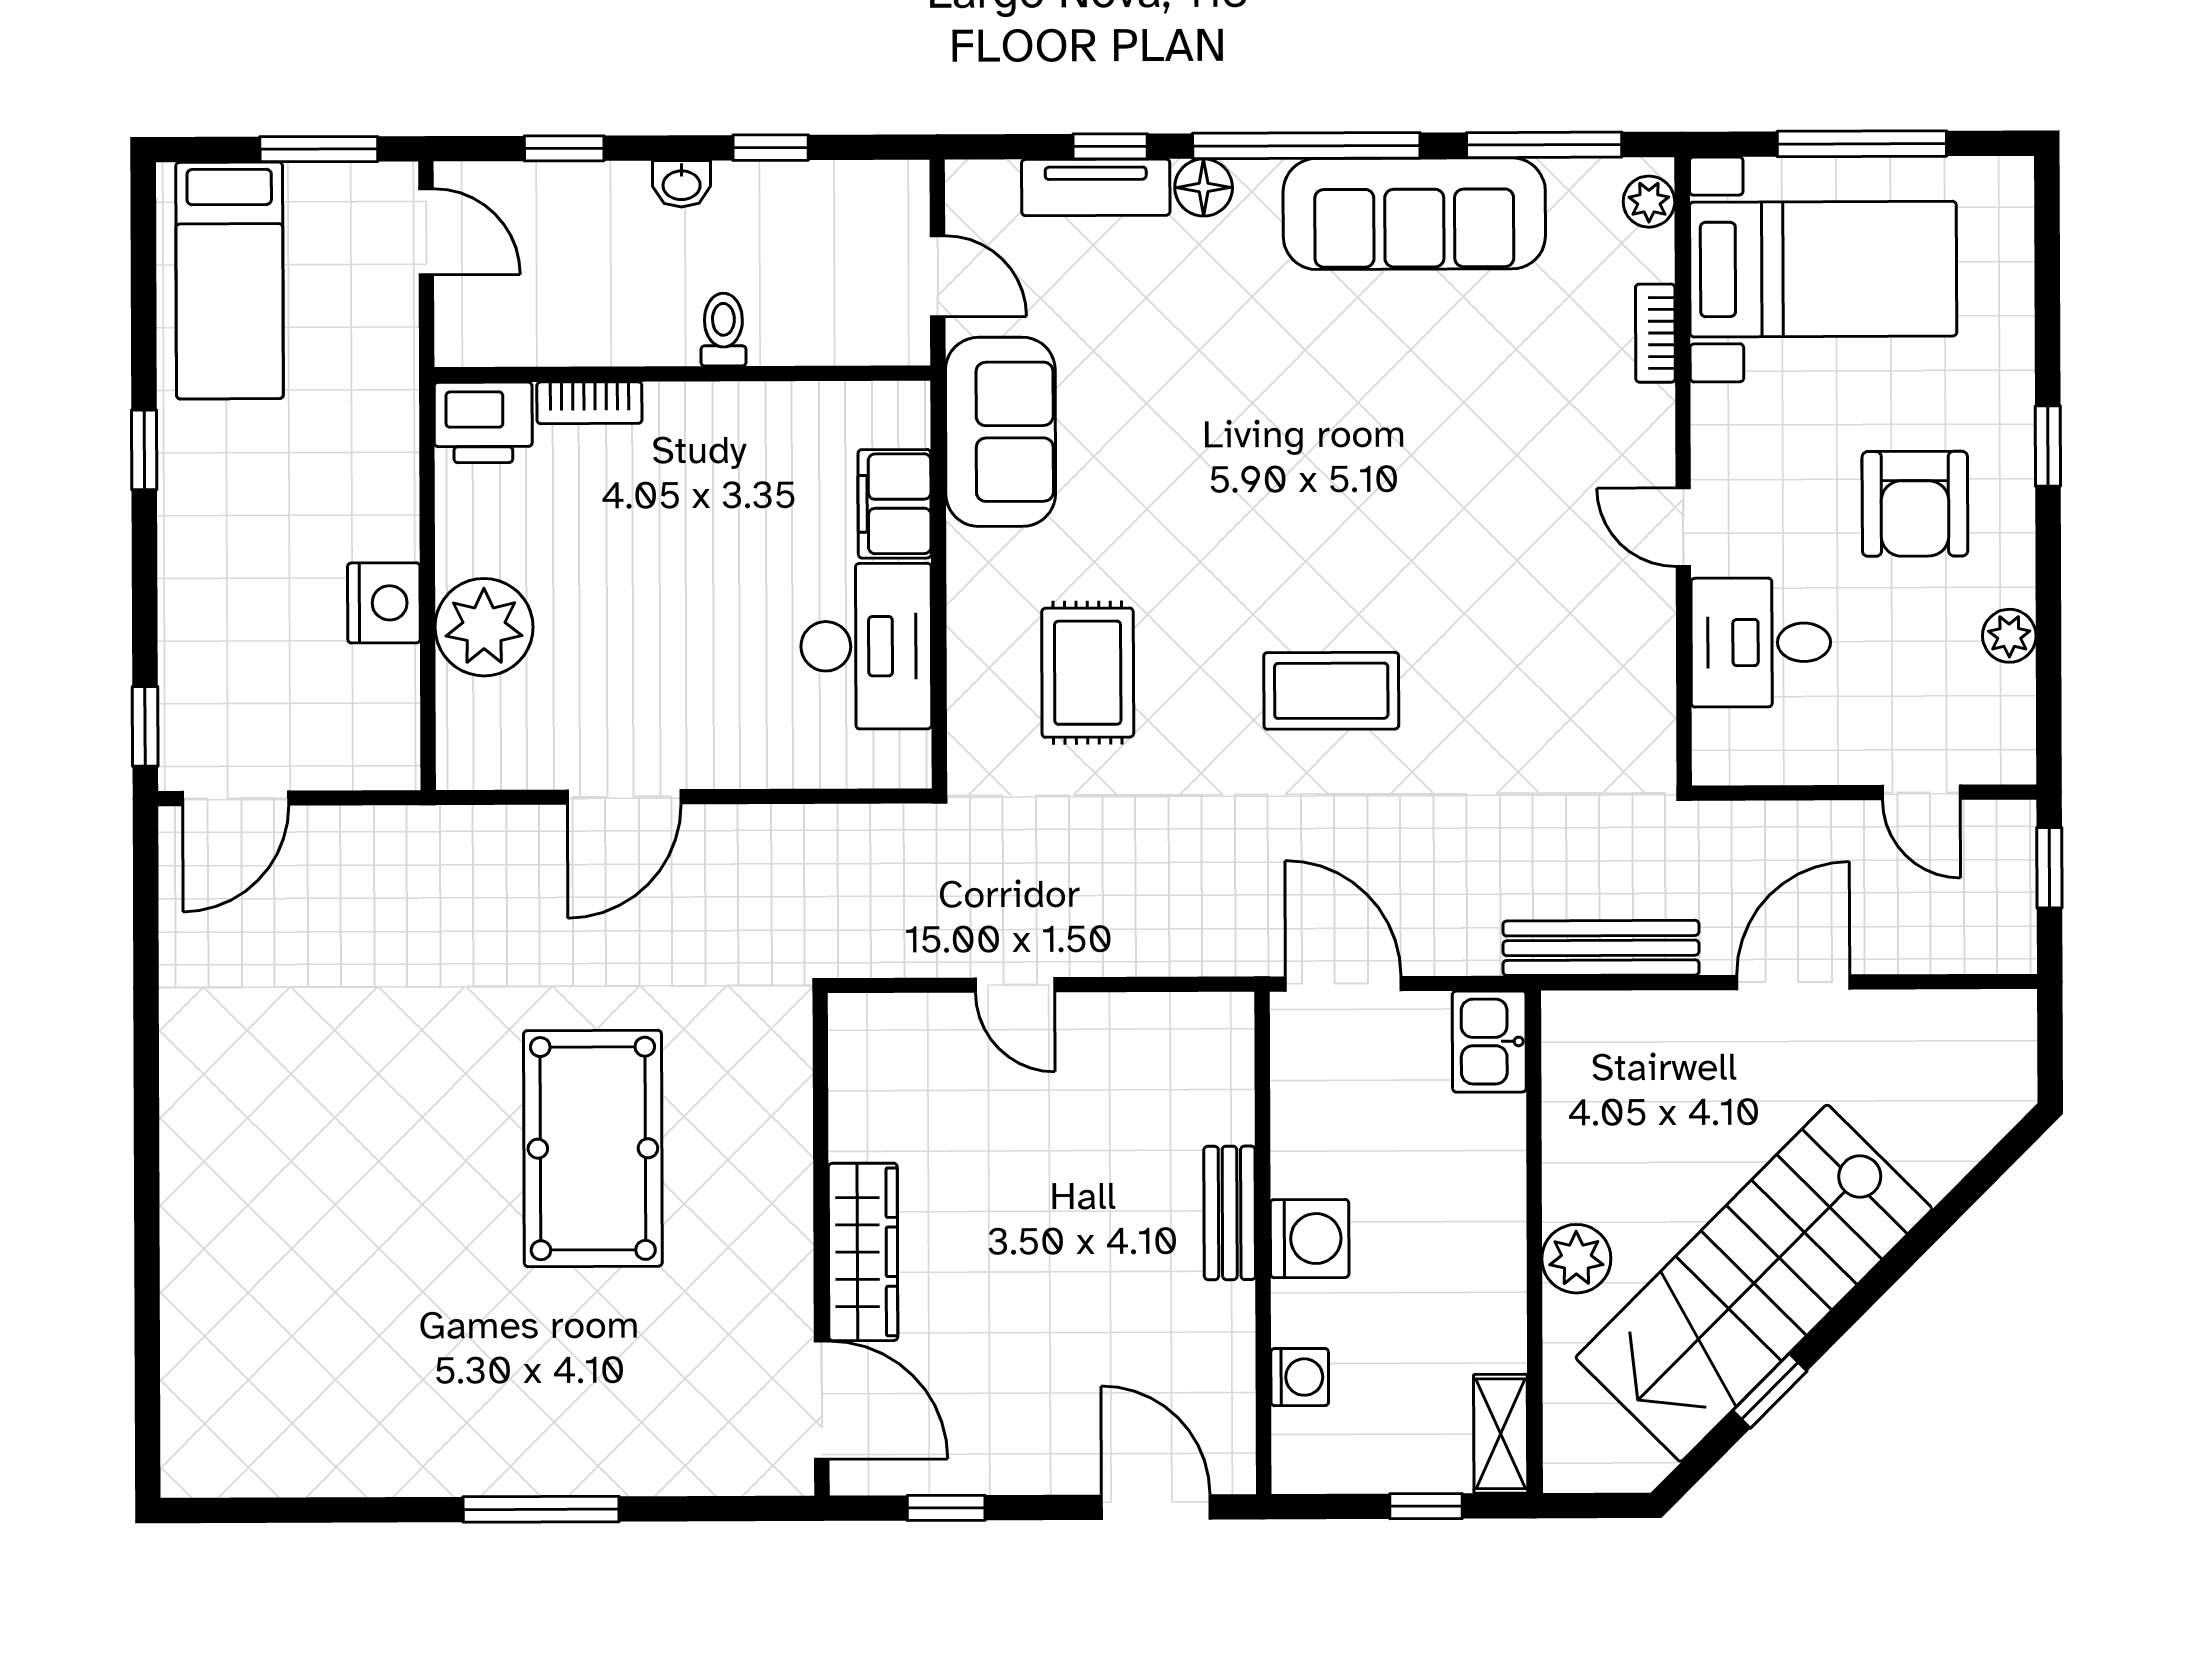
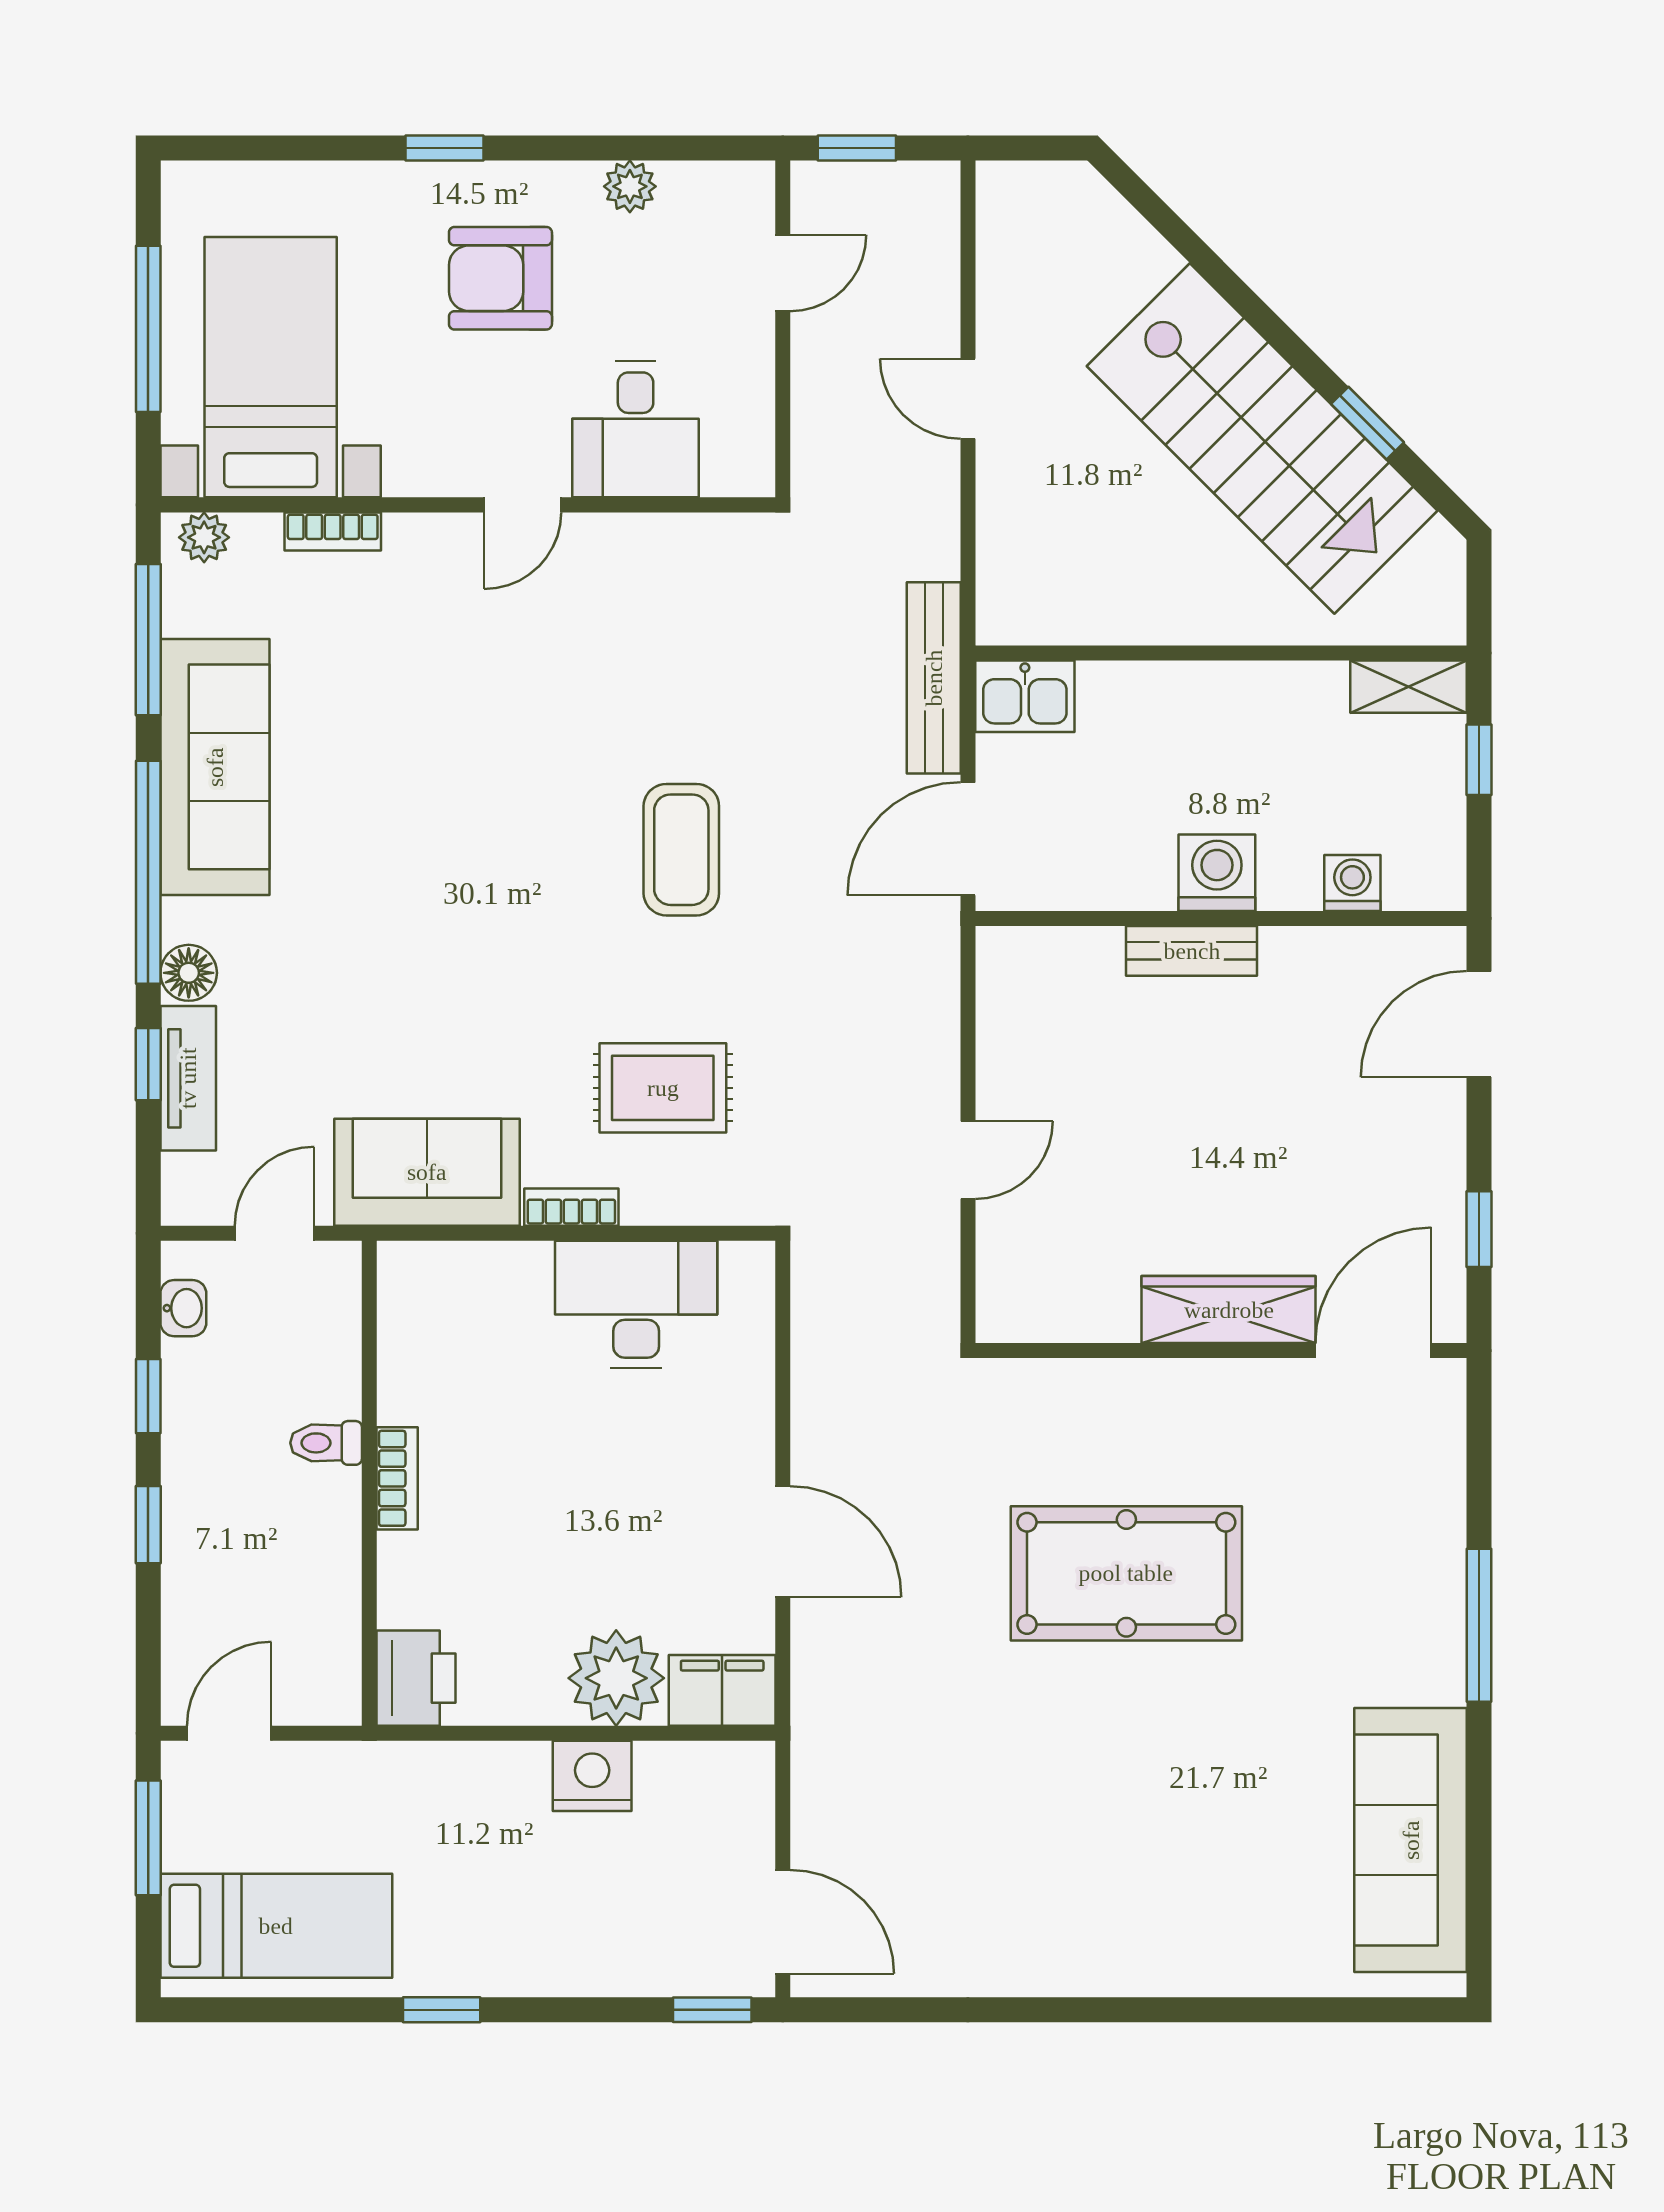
window: (564, 148) -> (148, 1525), moved
washbasin: (682, 184) -> (183, 1308), moved
bookcase: (589, 403) -> (397, 1478), moved
filing cabinet: (895, 504) -> (722, 1690), moved, turned 180
armchair: (1915, 504) -> (500, 278), turned 180
bookcase: (965, 580) -> (571, 1207), added
bench: (1601, 948) -> (934, 678), moved
door: (1793, 982) -> (968, 399), width x0.73
plant: (1576, 1259) -> (1238, 612), removed
sofa: (321, 1440) -> (1411, 1840), added

